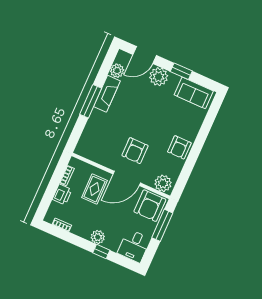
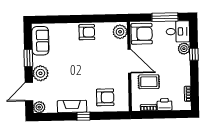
door: (145, 55) -> (29, 92), swing flipped
plant: (117, 71) -> (39, 107), moved
window: (91, 101) -> (83, 116), width x0.46
armchair: (135, 151) -> (105, 97), moved
window: (162, 225) -> (165, 17), moved
plant: (98, 237) -> (184, 49), moved

